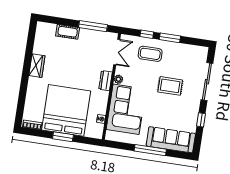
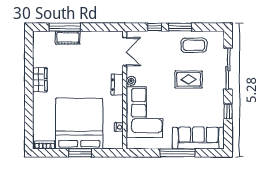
window: (93, 26) -> (65, 27), moved
coffee table: (150, 54) -> (194, 45), moved

